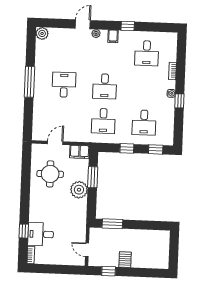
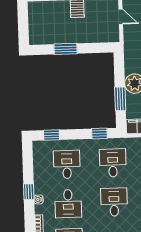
desk: (145, 88) -> (68, 204), added
window: (127, 148) -> (99, 133), moved
window: (112, 224) -> (66, 49), moved

